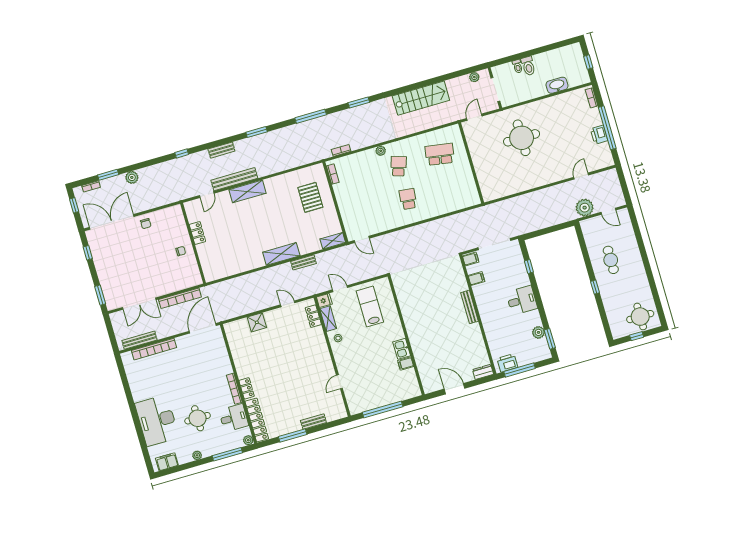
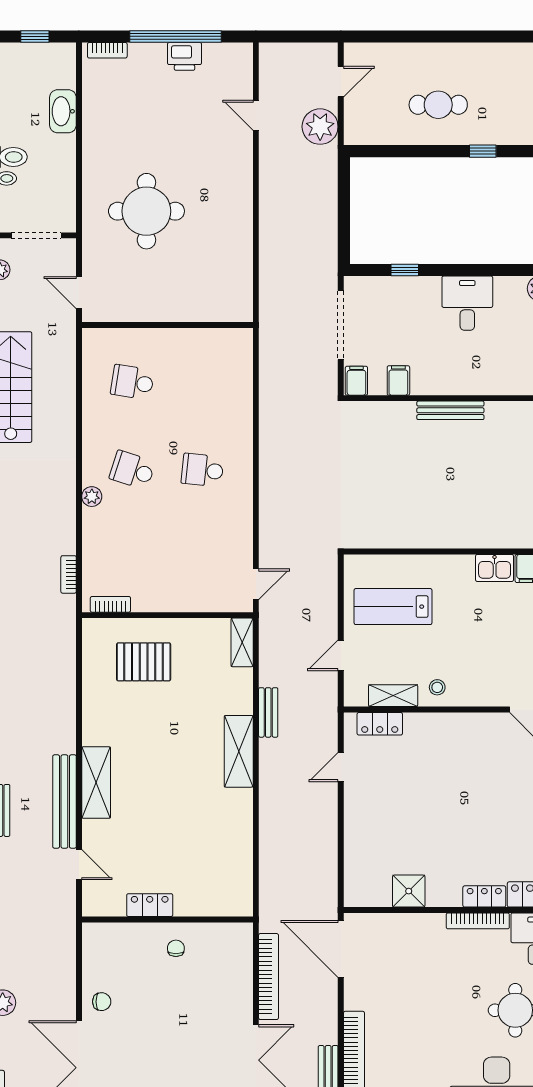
school desk: (440, 154) -> (132, 382), width x0.54
fridge: (324, 301) -> (355, 693), removed
shower: (257, 322) -> (409, 891), moved

